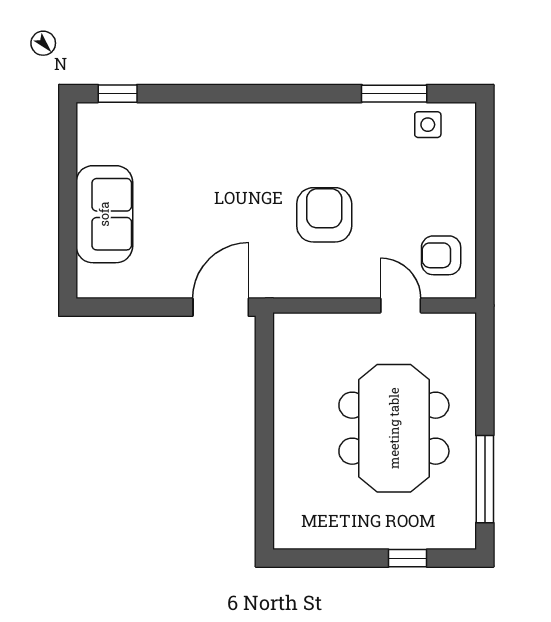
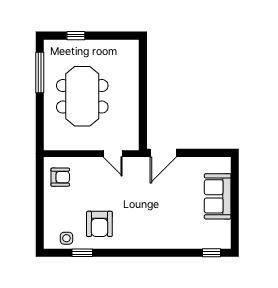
window: (394, 94) -> (82, 253), width x0.67
armchair: (324, 215) -> (99, 224), moved
door: (401, 305) -> (113, 154), moved

